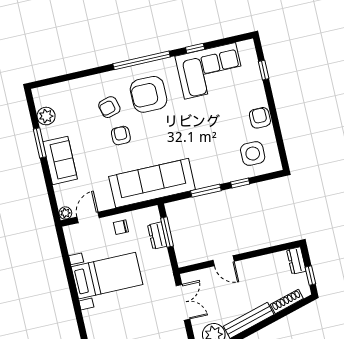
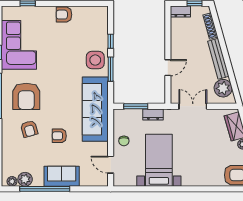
armchair: (121, 136) -> (59, 136), moved
window: (40, 143) -> (45, 189), width x2.11
side table: (253, 154) -> (95, 60), moved
plant: (65, 213) -> (12, 181), moved
dresser: (157, 236) -> (153, 114), moved

